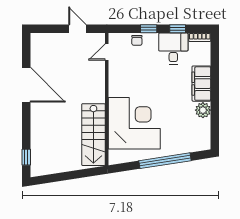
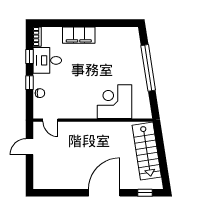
door: (26, 85) -> (104, 193), moved
plant: (203, 110) -> (103, 34), removed
corner desk: (134, 123) -> (114, 102), width x0.74, depth x0.74
stairs: (93, 135) -> (147, 151), moved, turned 81

